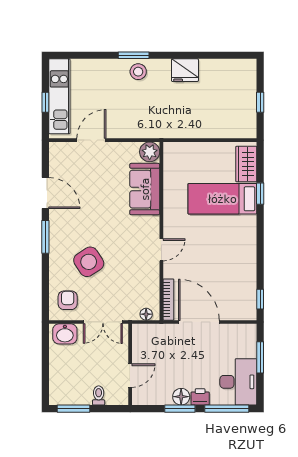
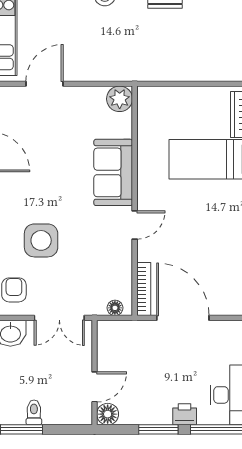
sofa: (145, 189) -> (113, 172), moved
side table: (89, 262) -> (41, 240), turned 33
toilet: (99, 395) -> (34, 412), moved
floor lamp: (181, 397) -> (108, 414), moved

